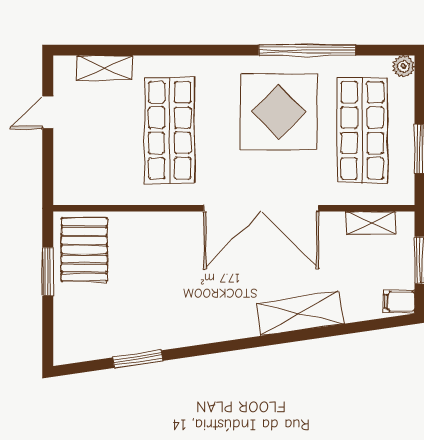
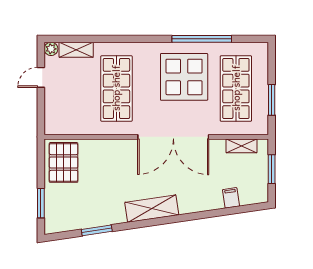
plant: (403, 66) -> (51, 49), moved
window: (48, 272) -> (41, 203), moved
filing cabinet: (399, 301) -> (231, 198), moved, turned 82
shelving: (300, 313) -> (152, 209), moved

